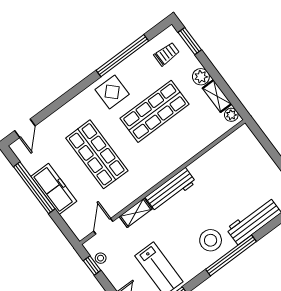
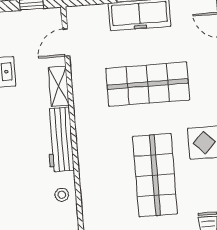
door: (103, 226) -> (66, 42), swing flipped
stool: (101, 258) -> (62, 195), moved

